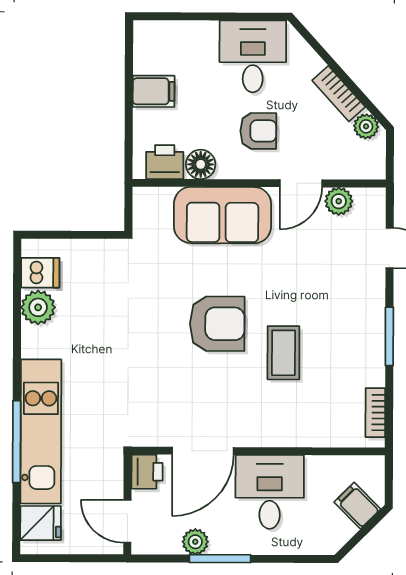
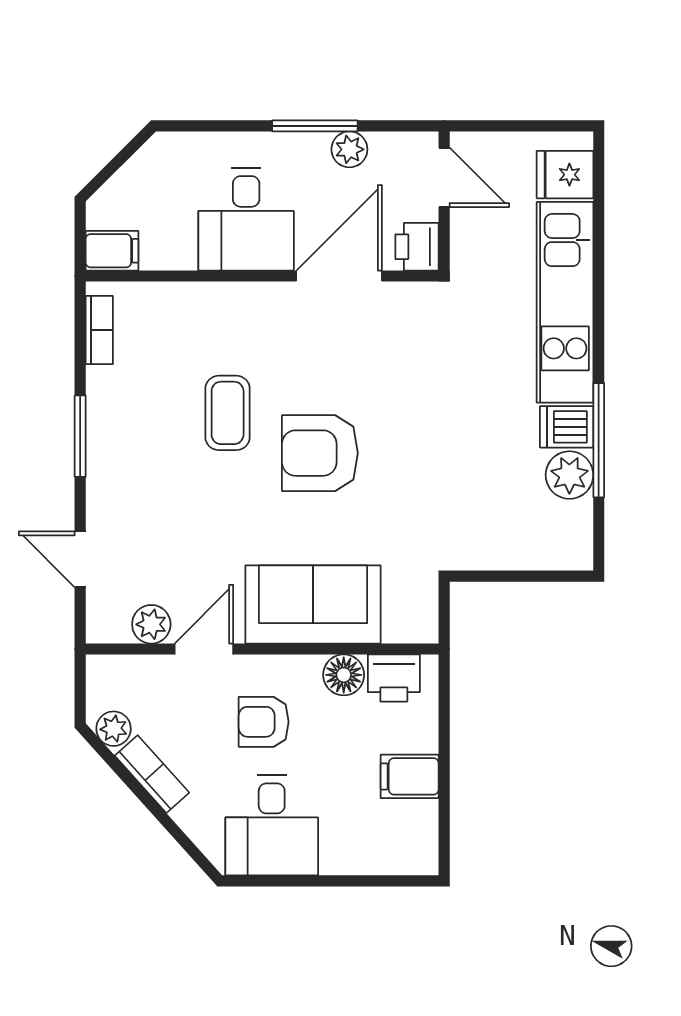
dishwasher: (40, 273) -> (567, 427), moved
window: (17, 442) -> (599, 440), moved
filing cabinet: (357, 506) -> (112, 251), moved, turned -45

